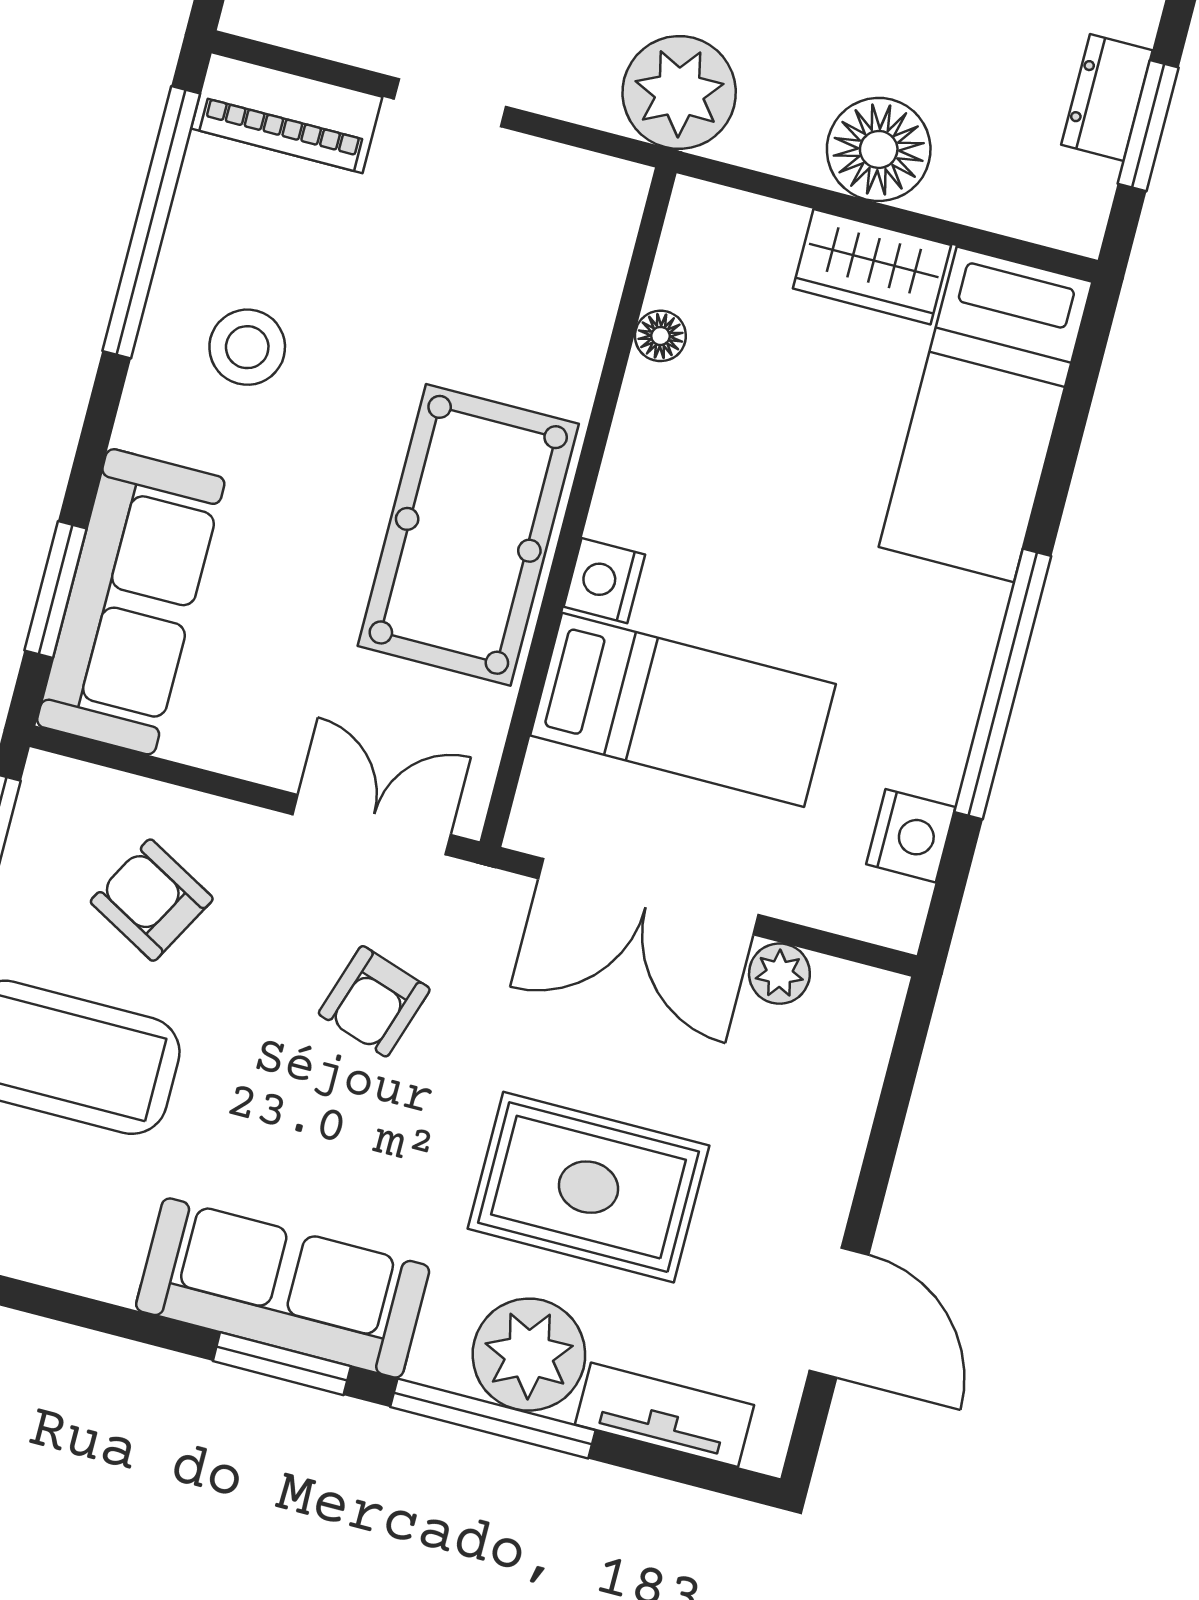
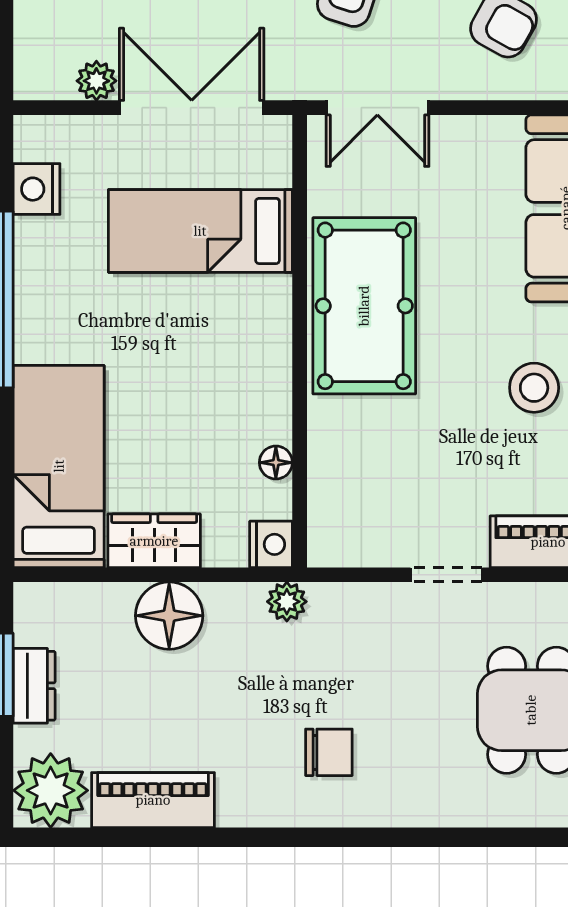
plant: (679, 92) -> (287, 602), width x0.53, depth x0.53
nightstand: (604, 581) -> (271, 544), moved

